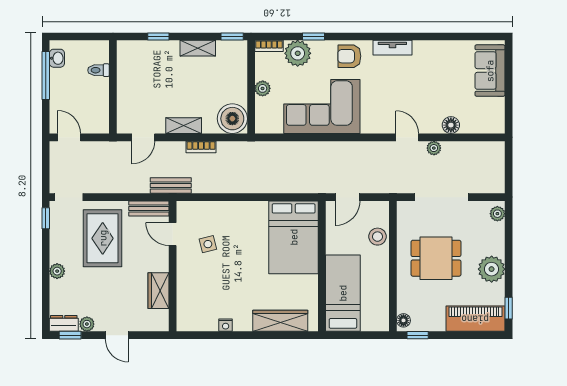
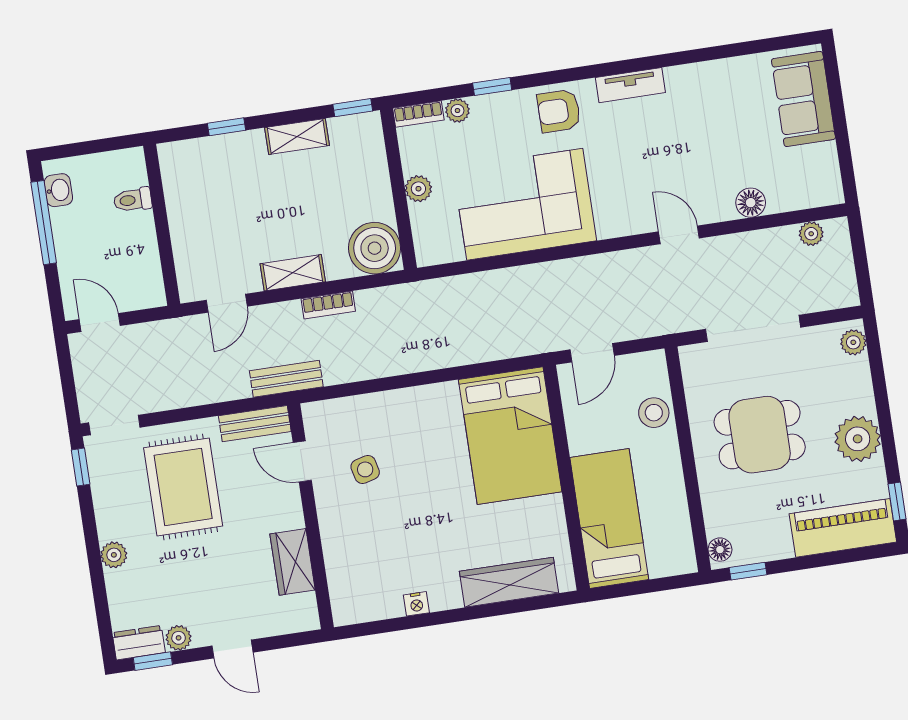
plant: (298, 53) -> (457, 111), width x0.53, depth x0.53
plant: (434, 148) -> (811, 234), moved

